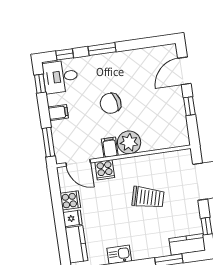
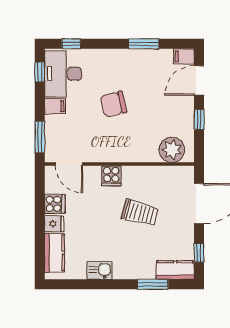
window: (102, 49) -> (144, 44), moved
desk: (60, 77) -> (63, 74), width x1.37
plant: (129, 142) -> (172, 150), moved
filing cabinet: (110, 147) -> (184, 56), moved, turned -90
cooker: (105, 170) -> (111, 176), moved

